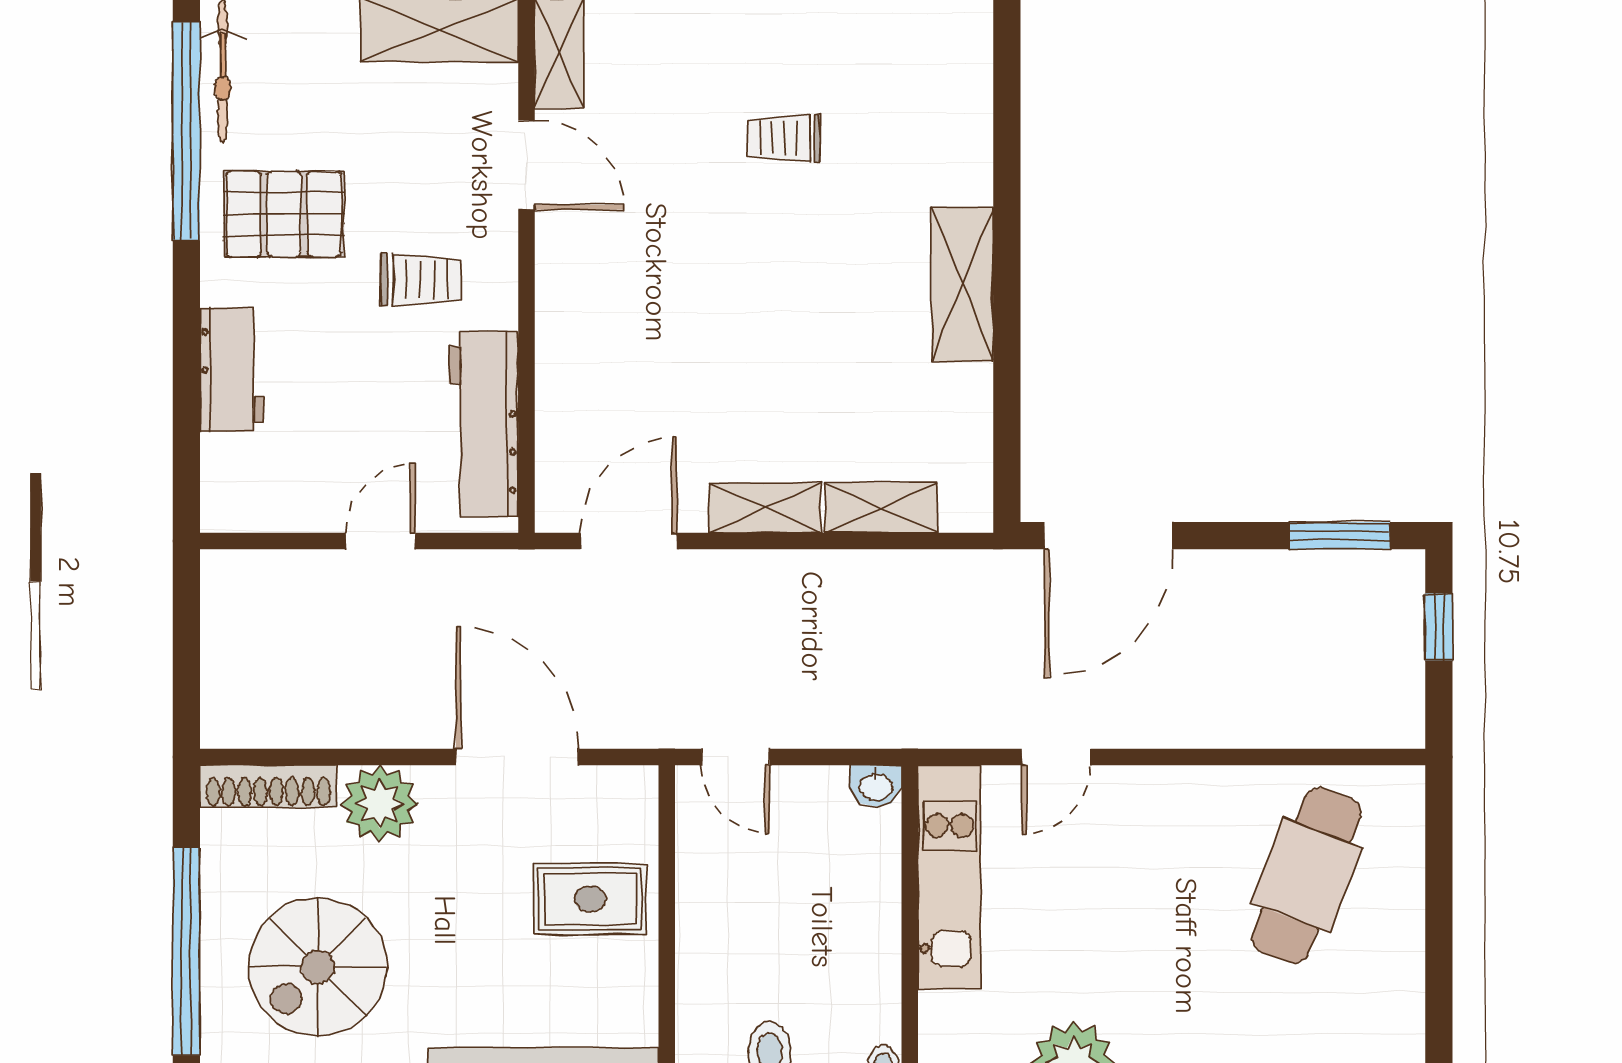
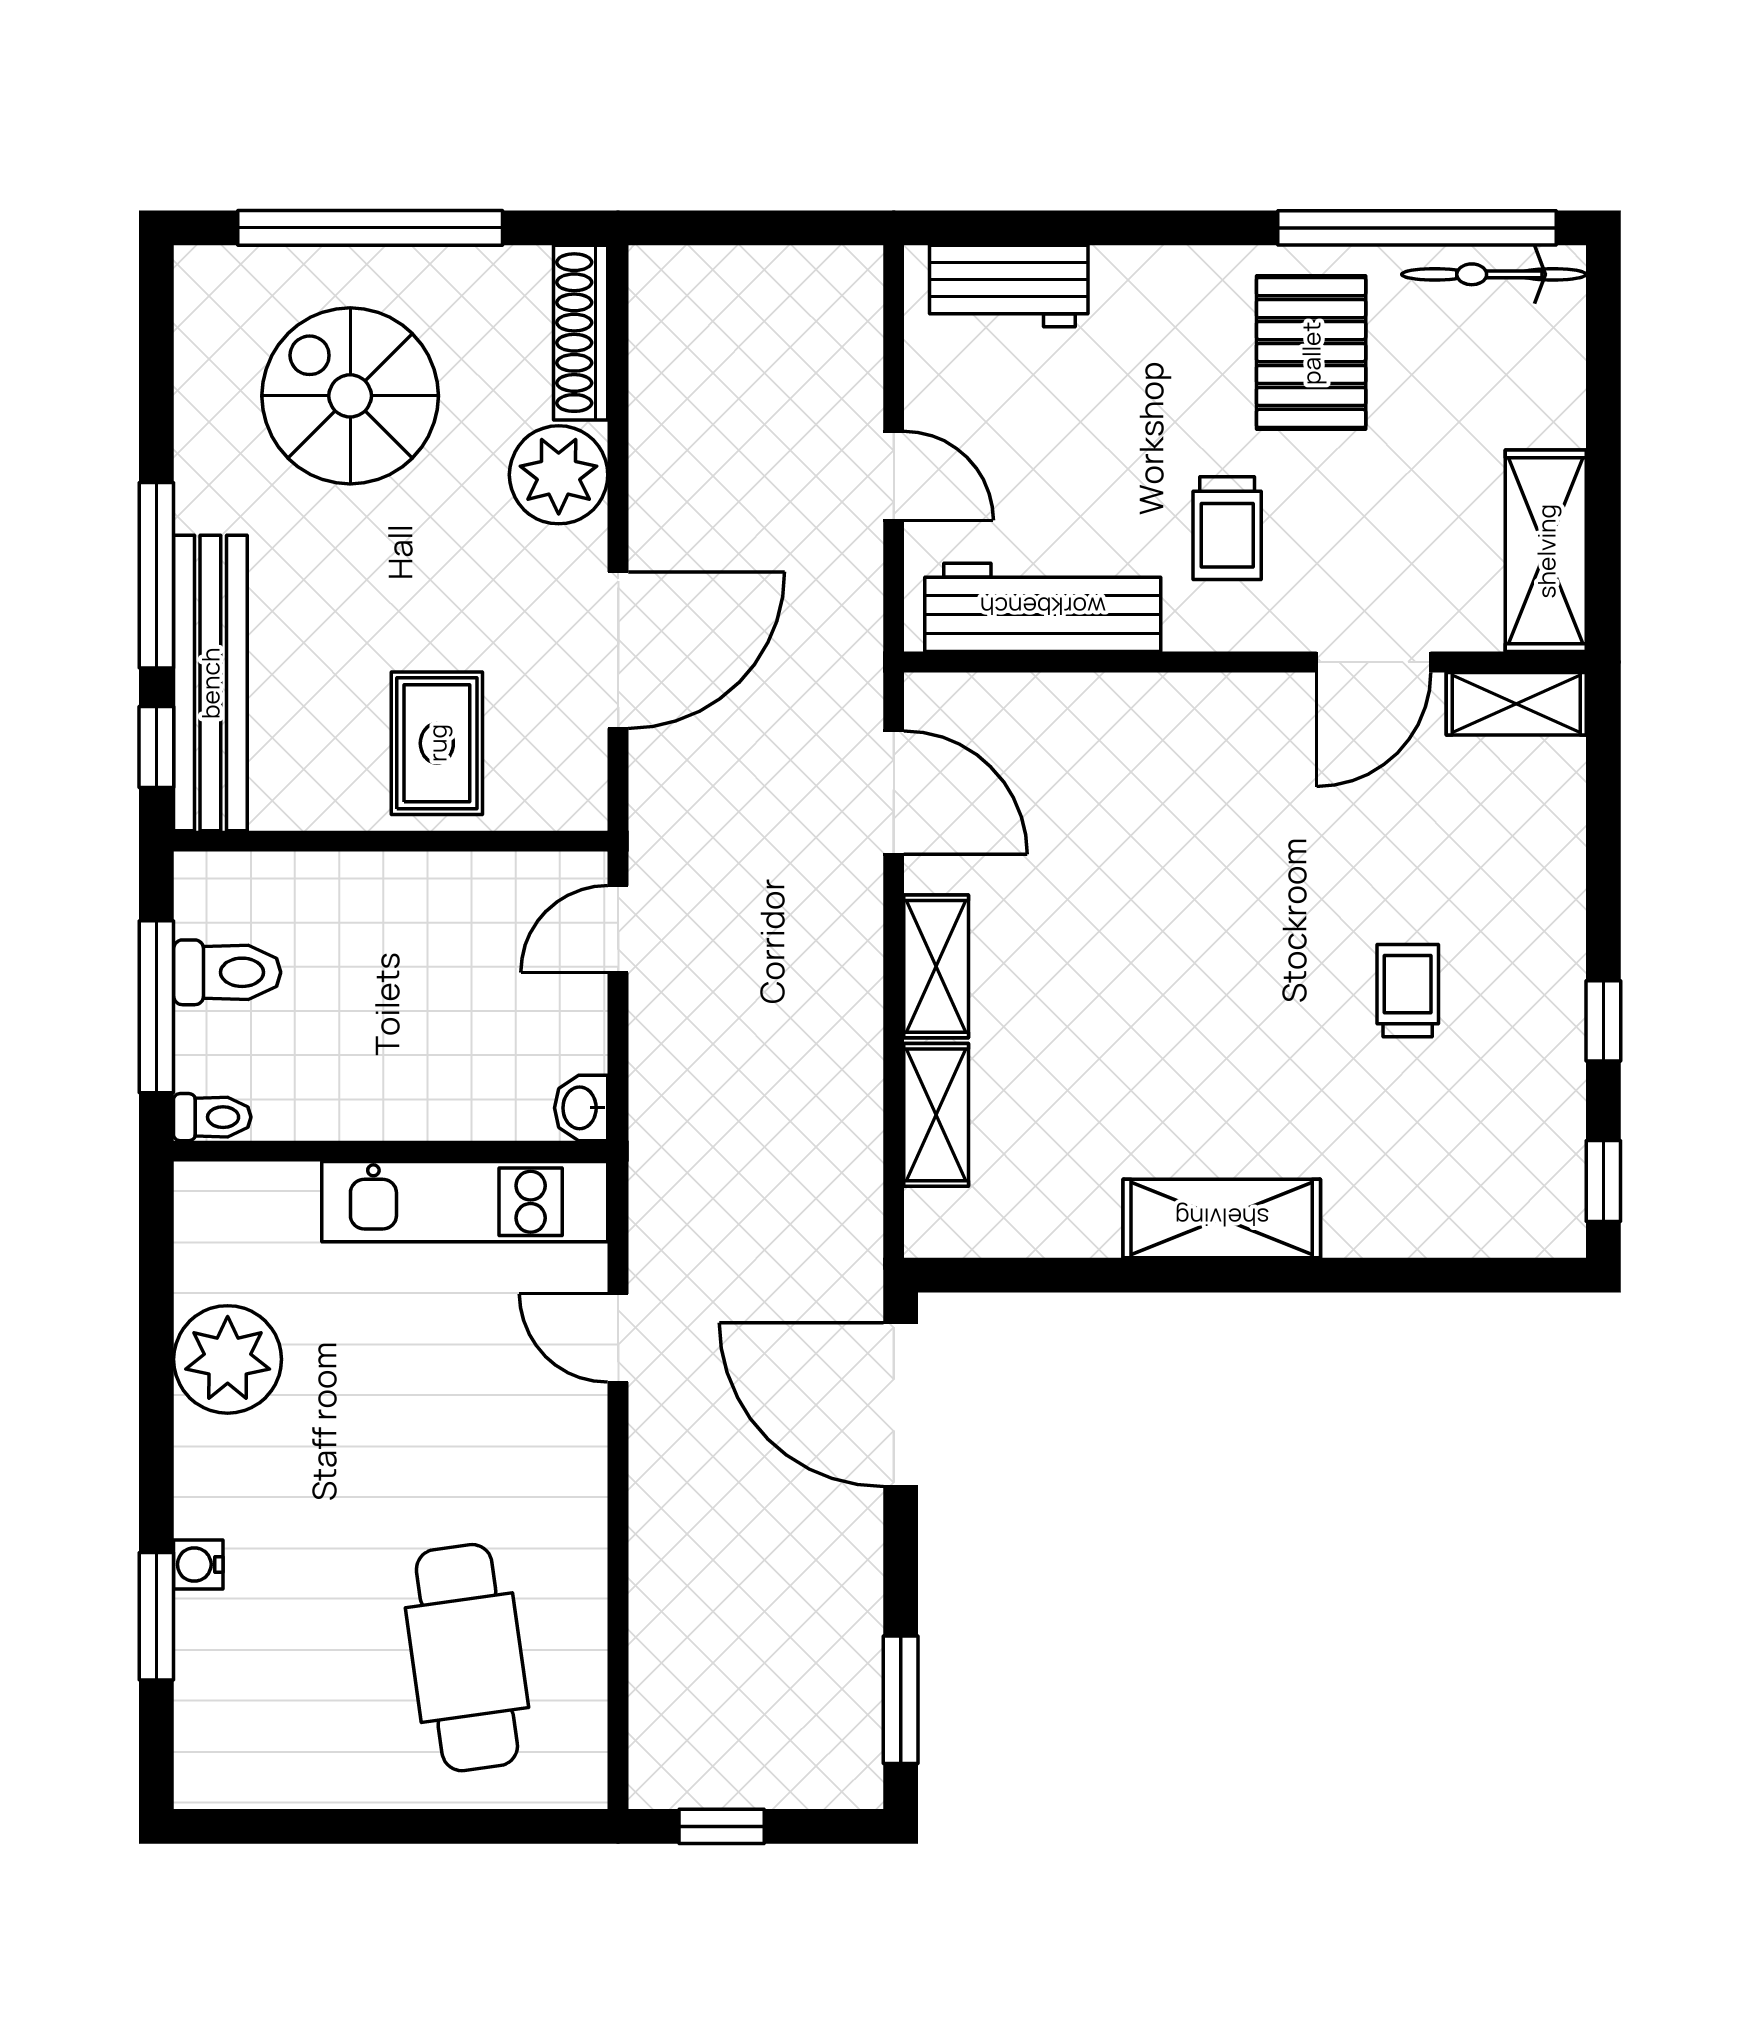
workbench: (232, 370) -> (1009, 286), moved
window: (1439, 627) -> (722, 1826), moved
cafe table: (1307, 875) -> (467, 1658), turned 61

